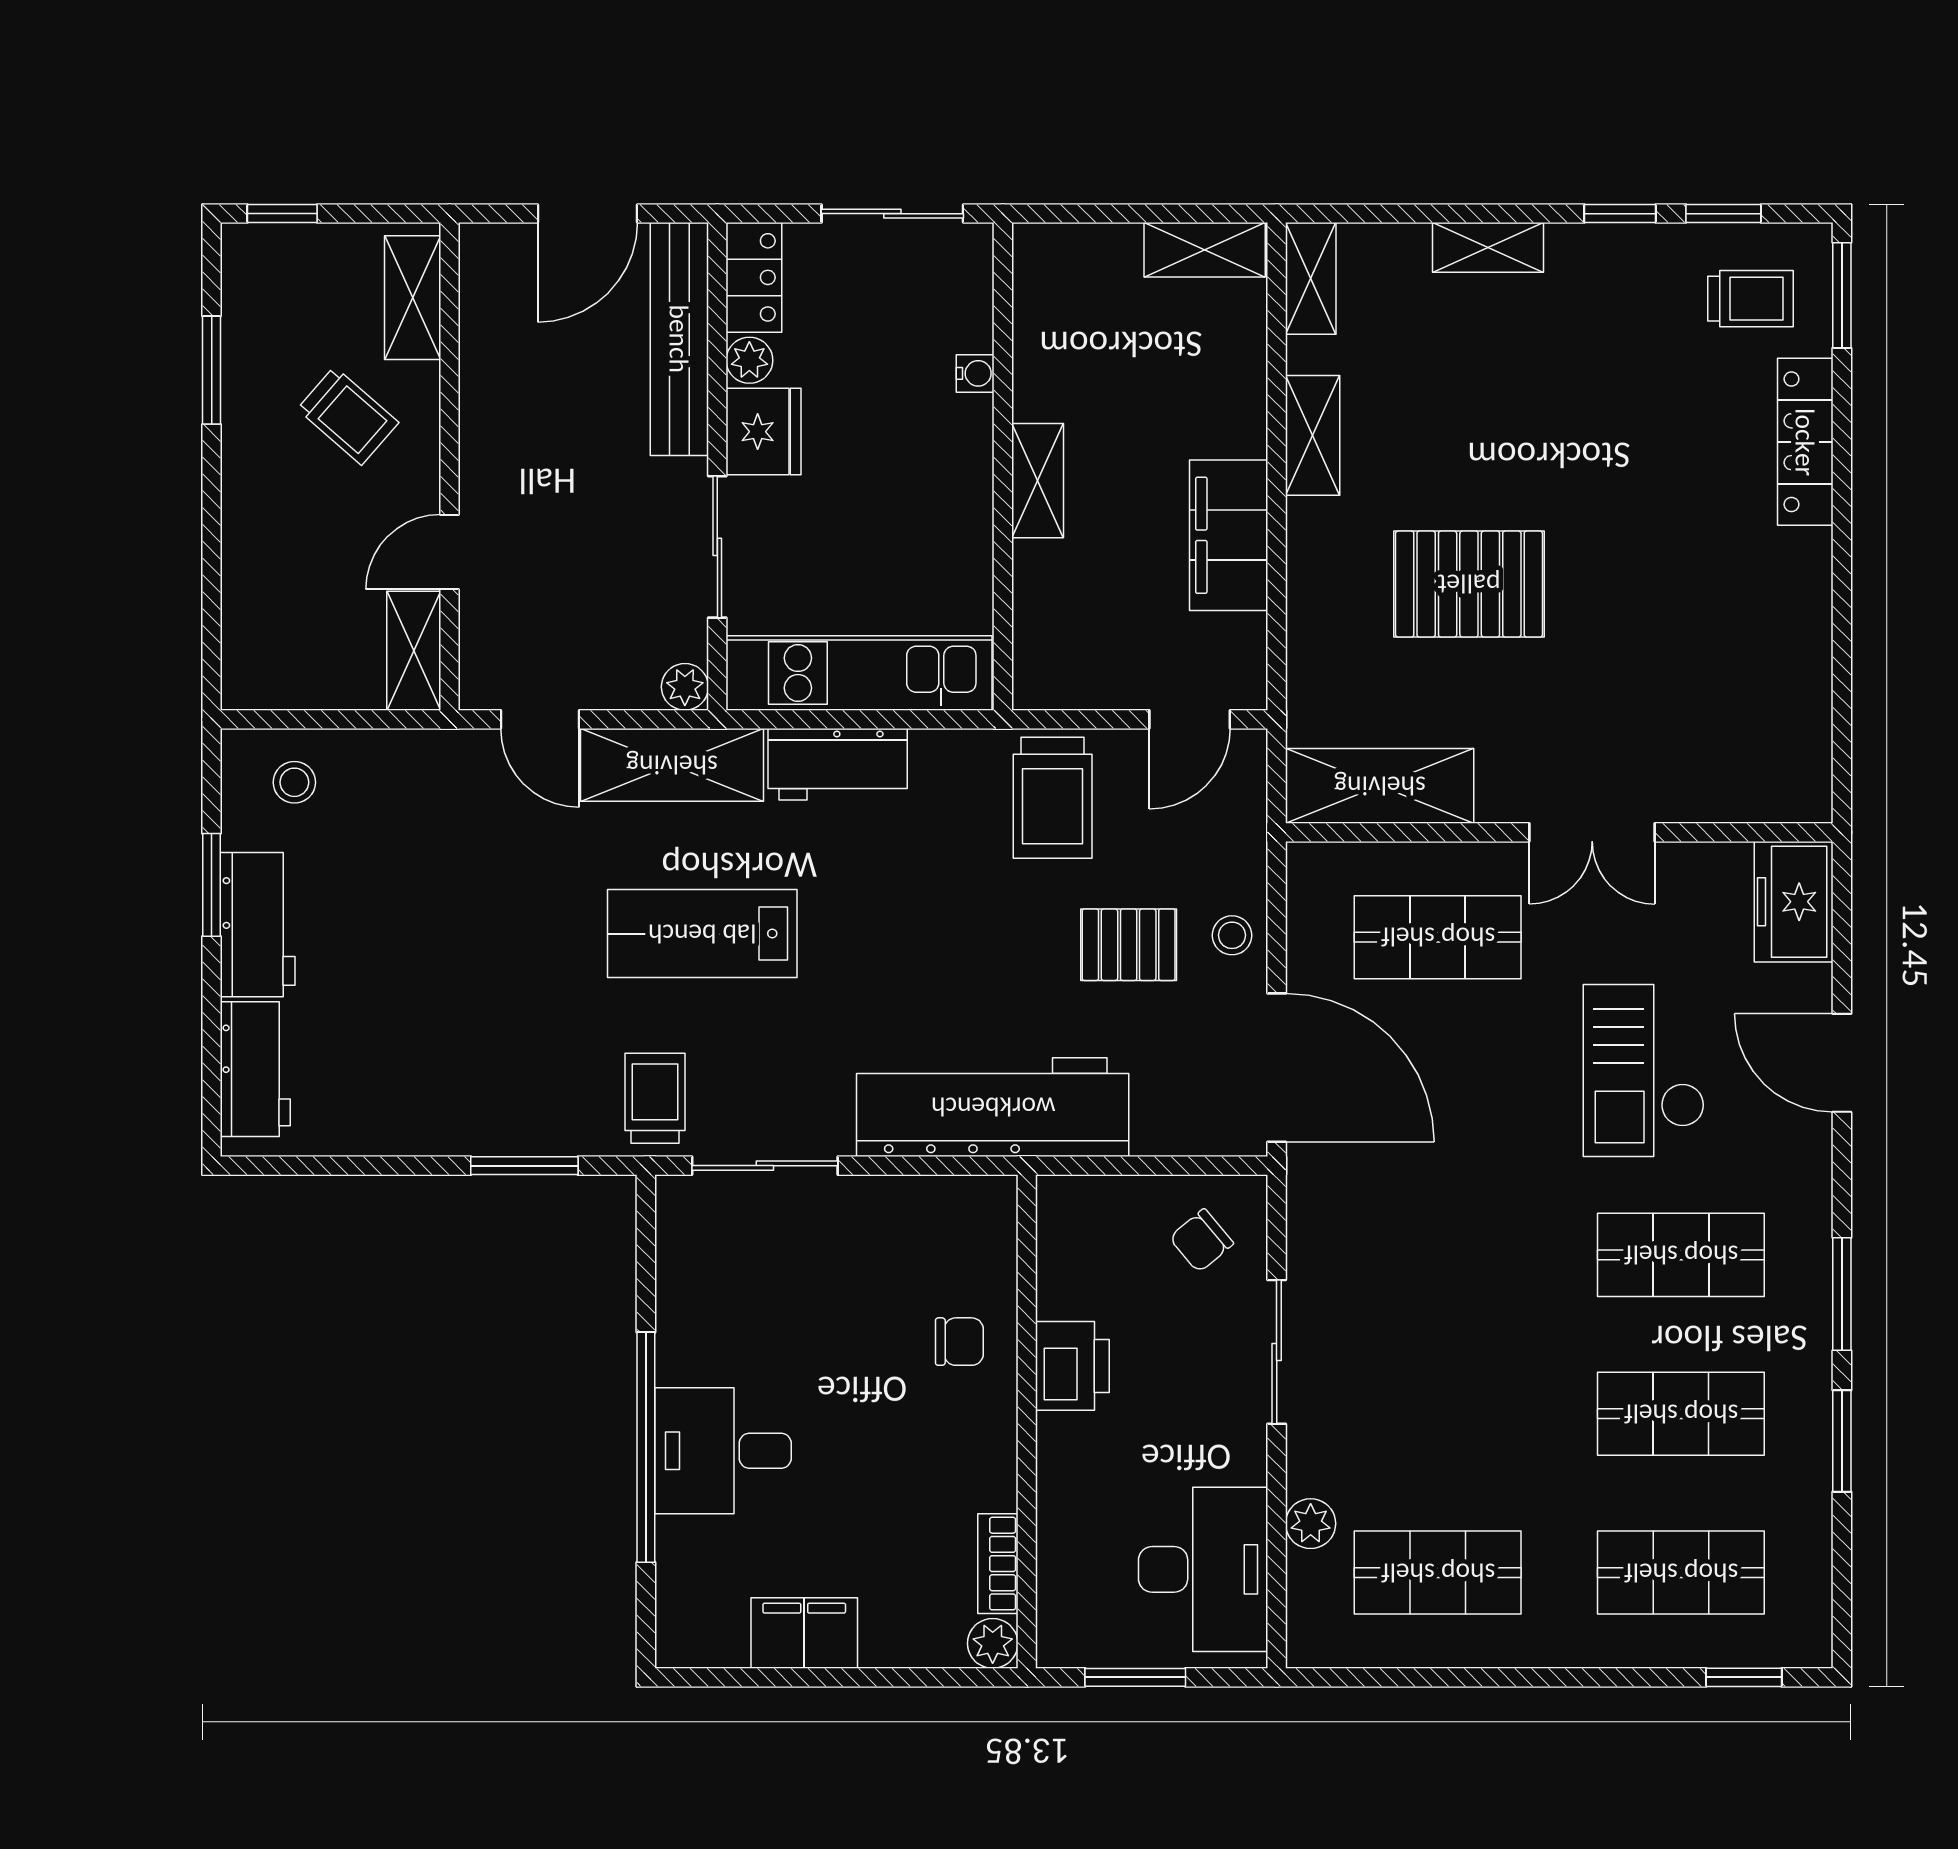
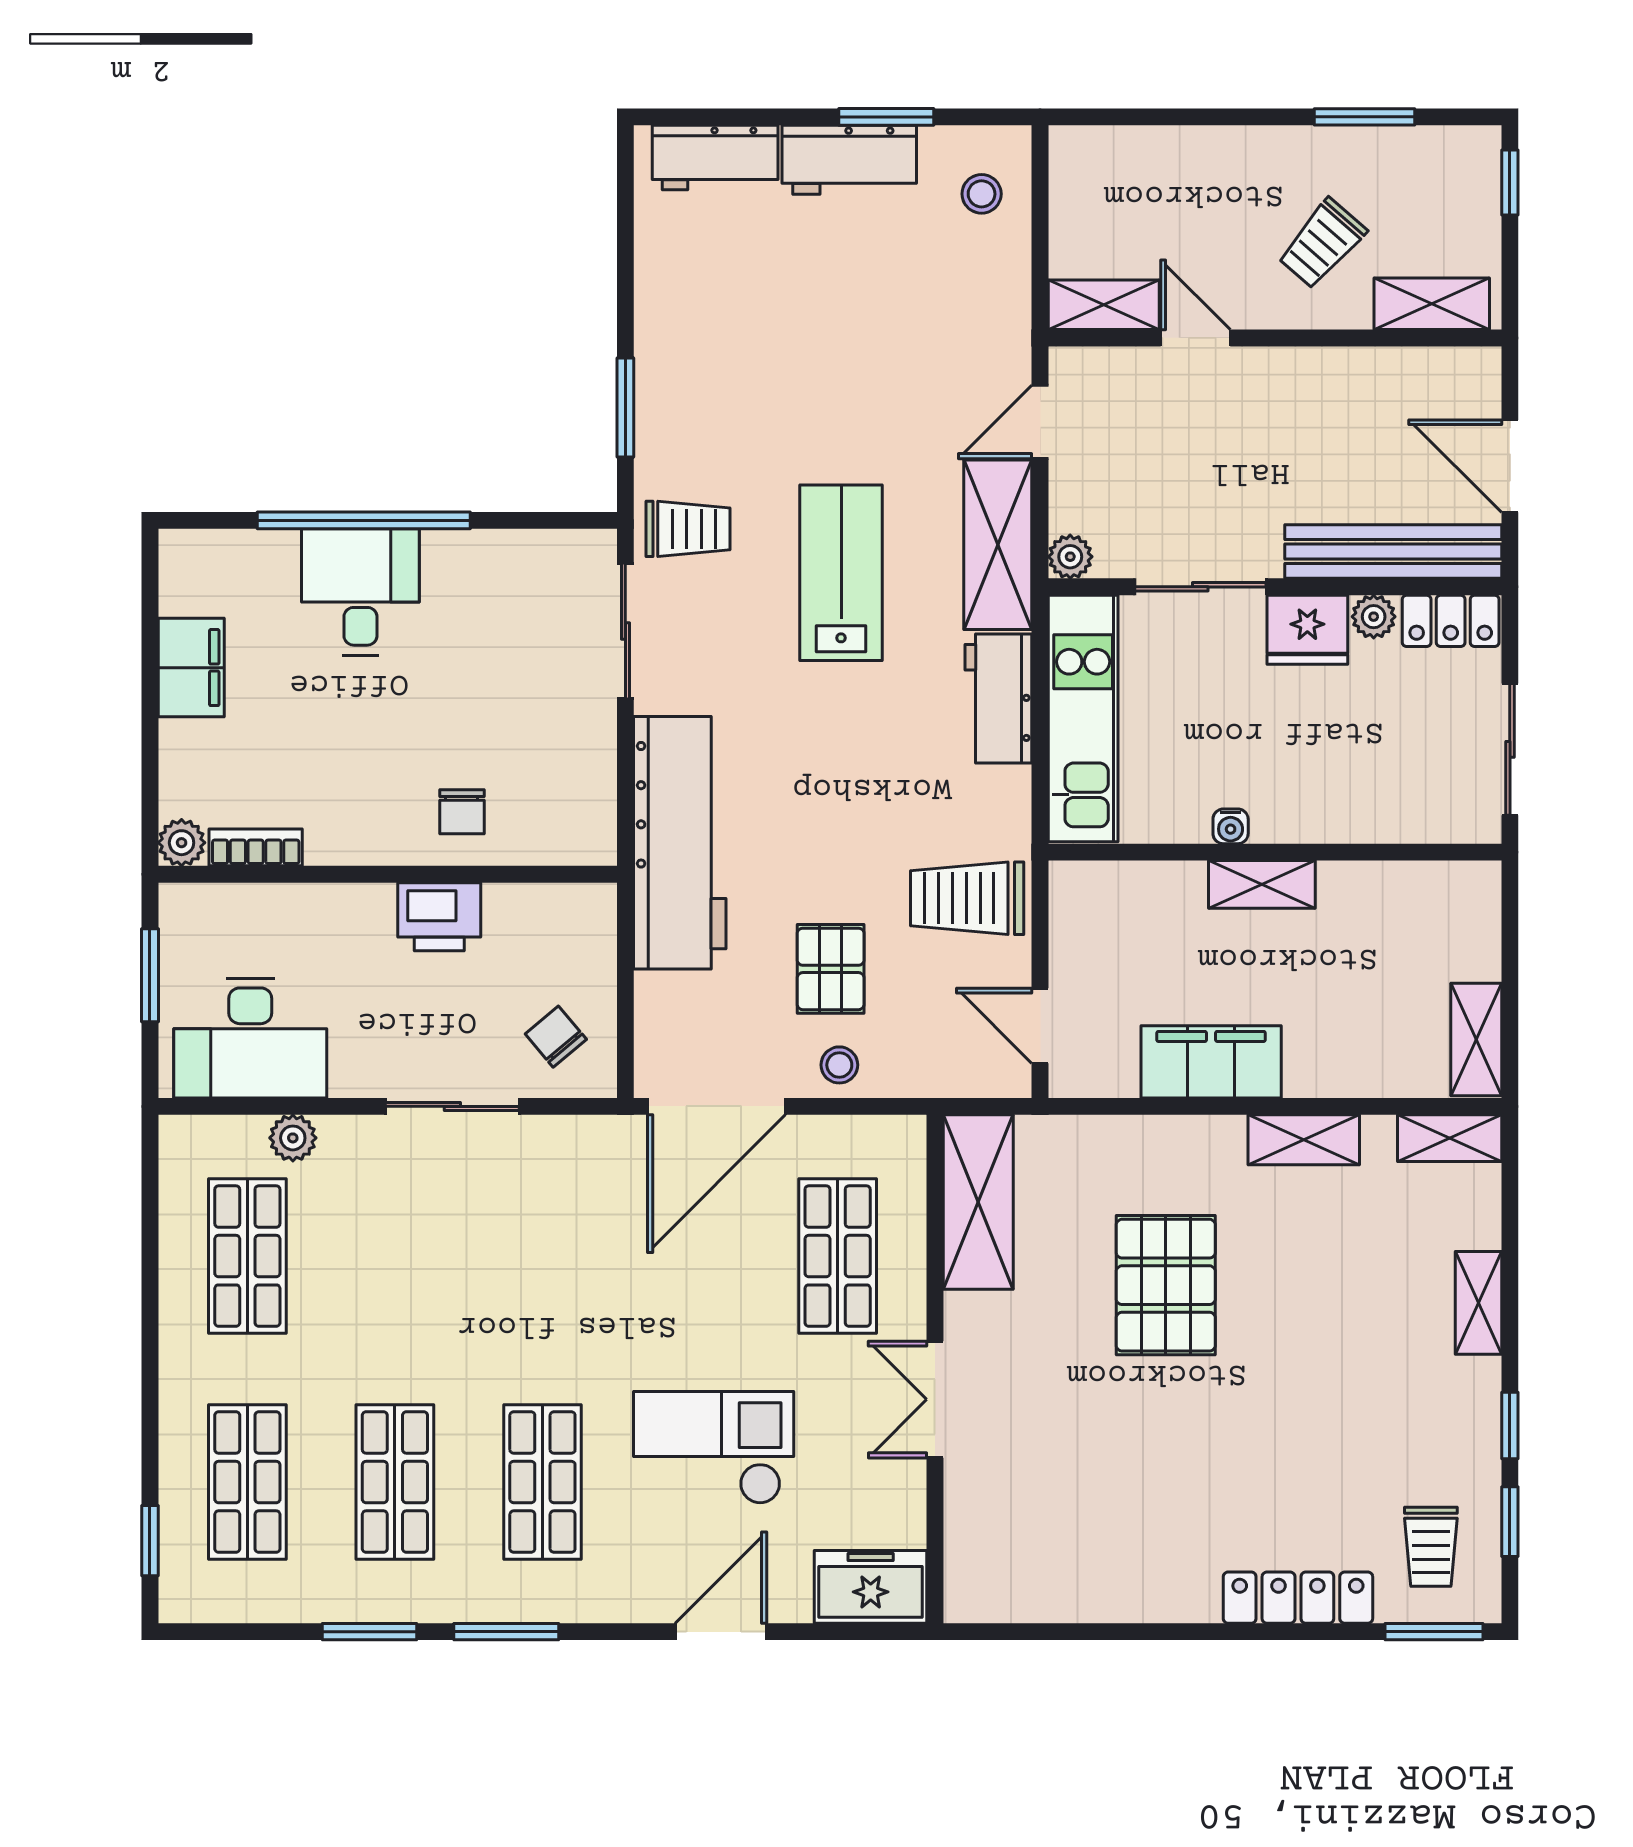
water cooler: (975, 373) -> (1231, 826), moved

